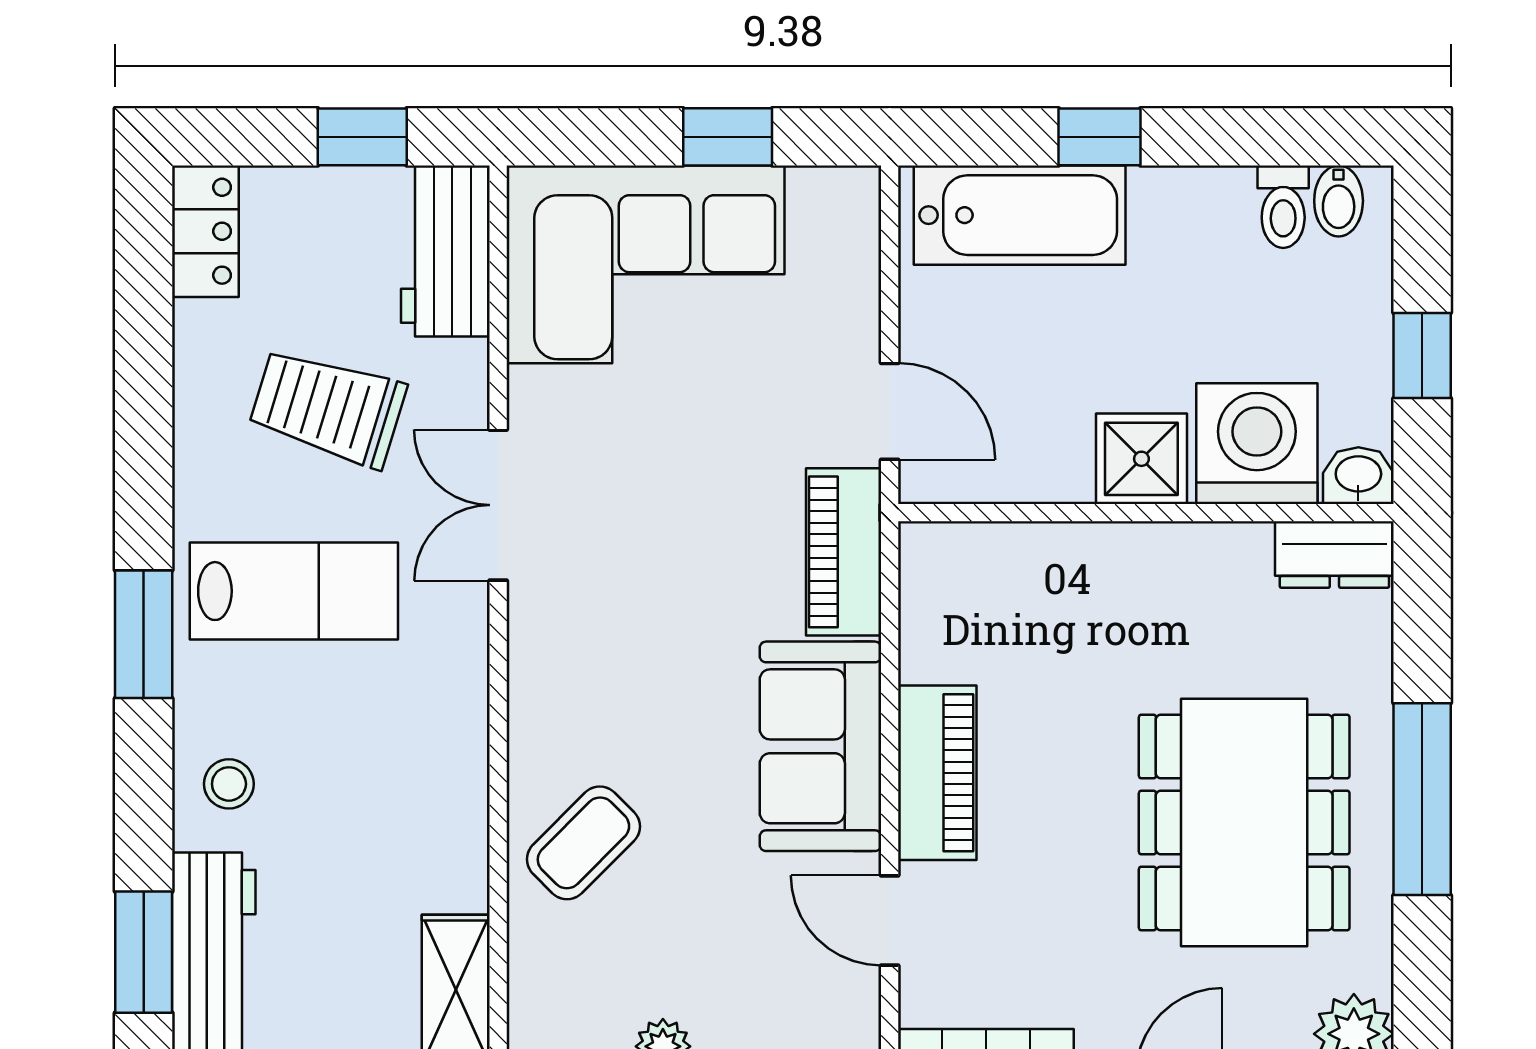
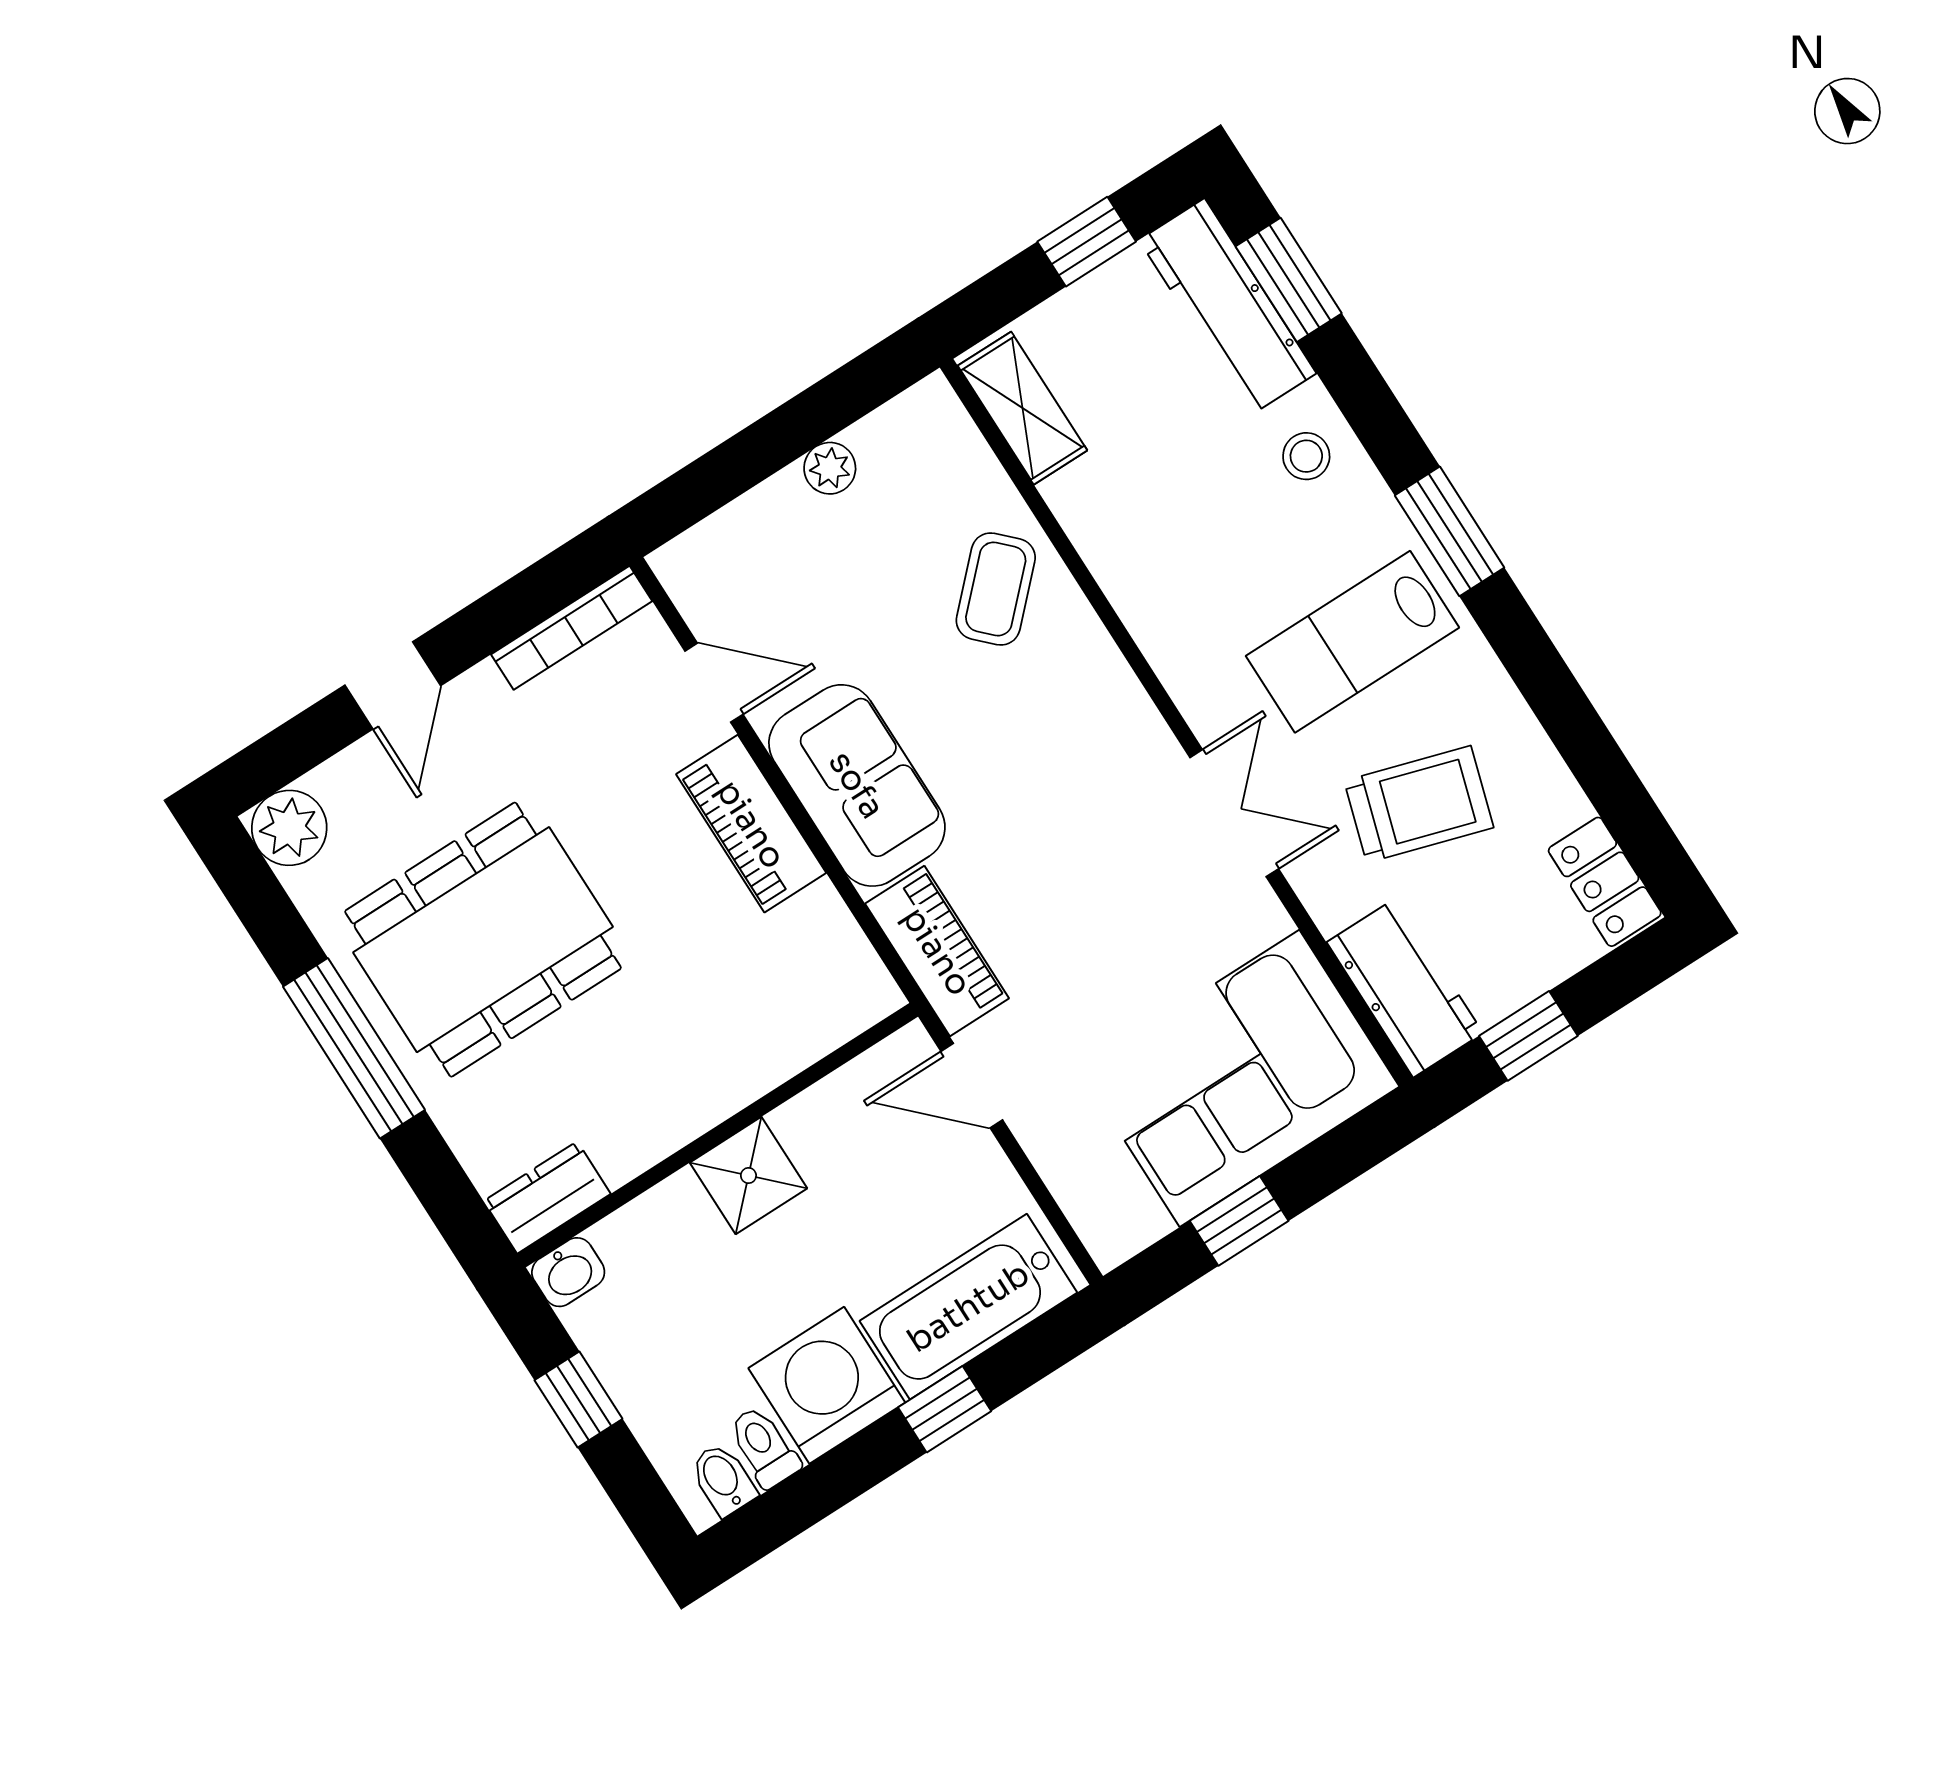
washing machine: (1257, 444) -> (827, 1385), moved, turned 180
dining table: (1244, 822) -> (483, 940), turned 90

